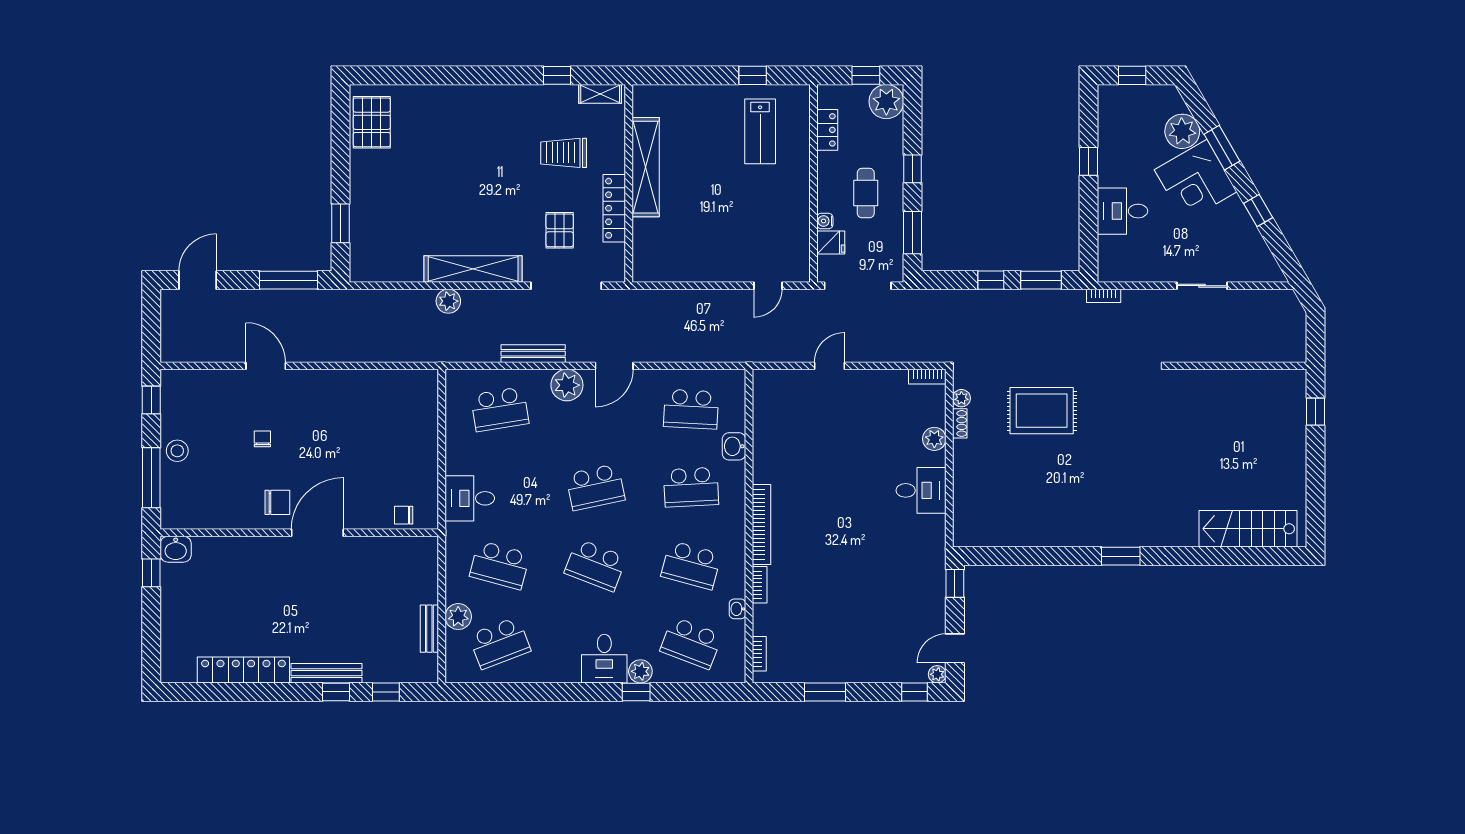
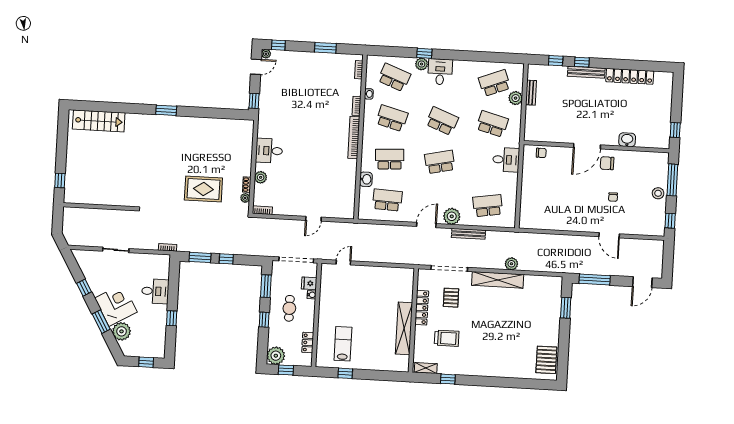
washbasin: (176, 549) -> (627, 140), moved

